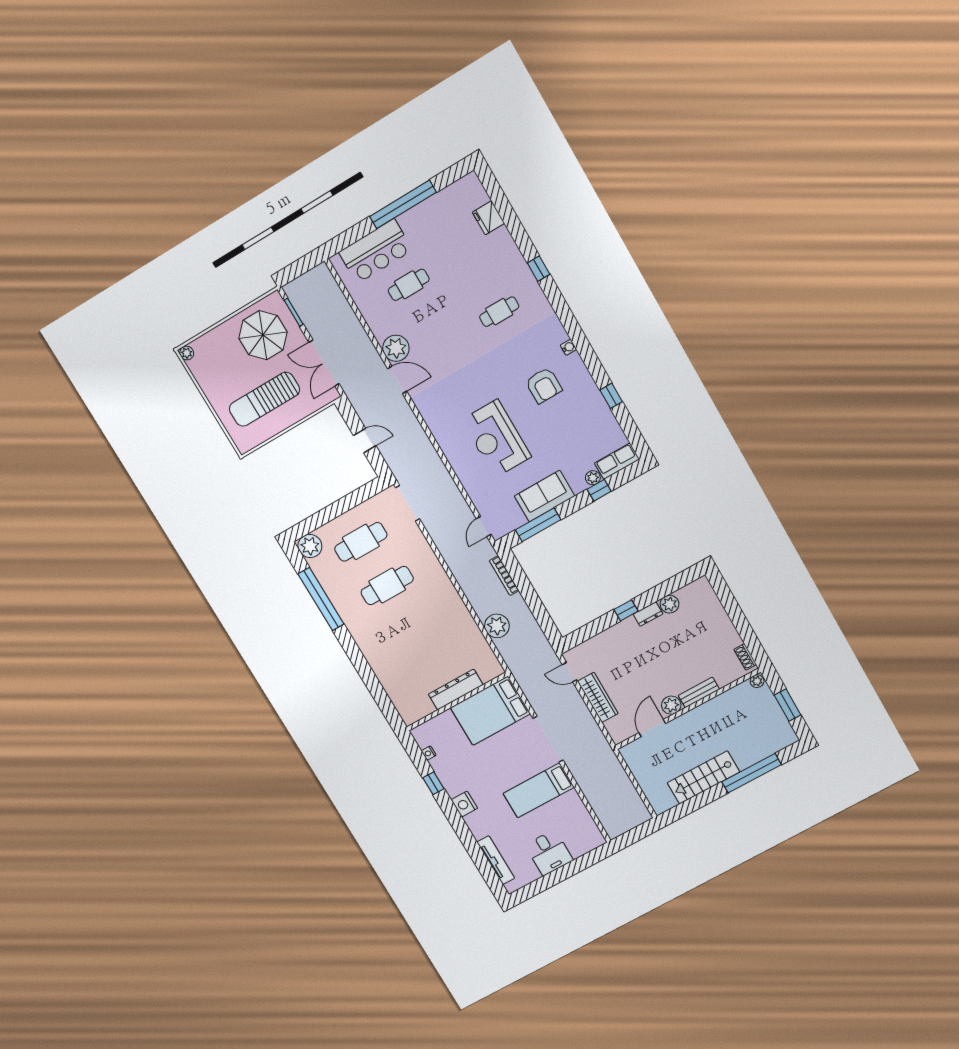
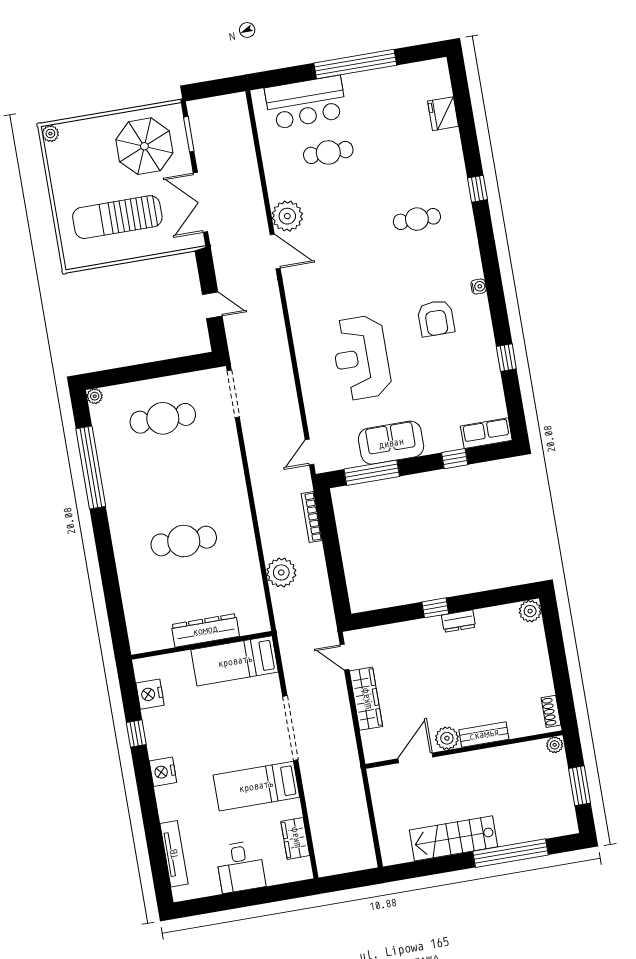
plant: (593, 478) -> (453, 442), removed
plant: (310, 546) -> (95, 396), width x0.53, depth x0.53
cafe table: (387, 586) -> (184, 541), moved
plant: (670, 604) -> (530, 611), moved
bed: (490, 711) -> (235, 661), width x0.67
nightstand: (429, 753) -> (150, 694), width x1.89, depth x1.79
wardrobe: (583, 818) -> (295, 838), added

